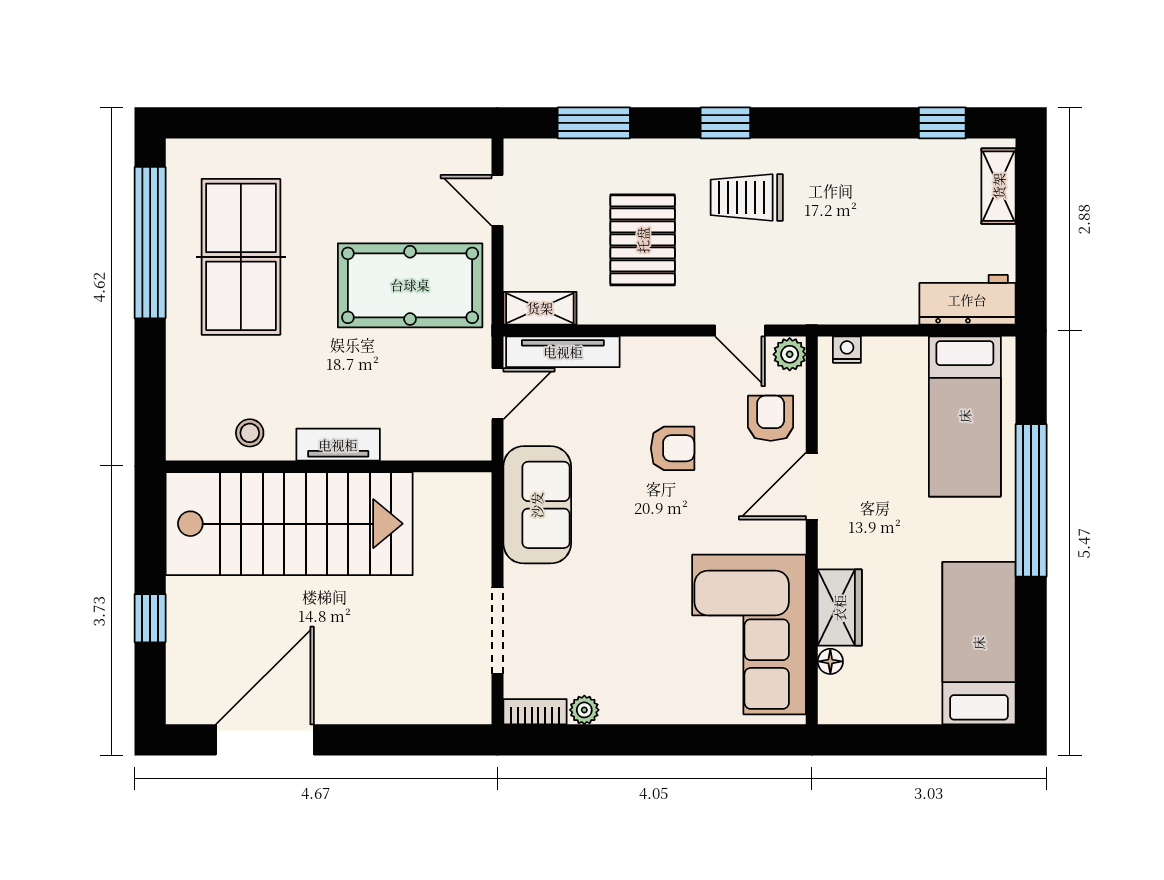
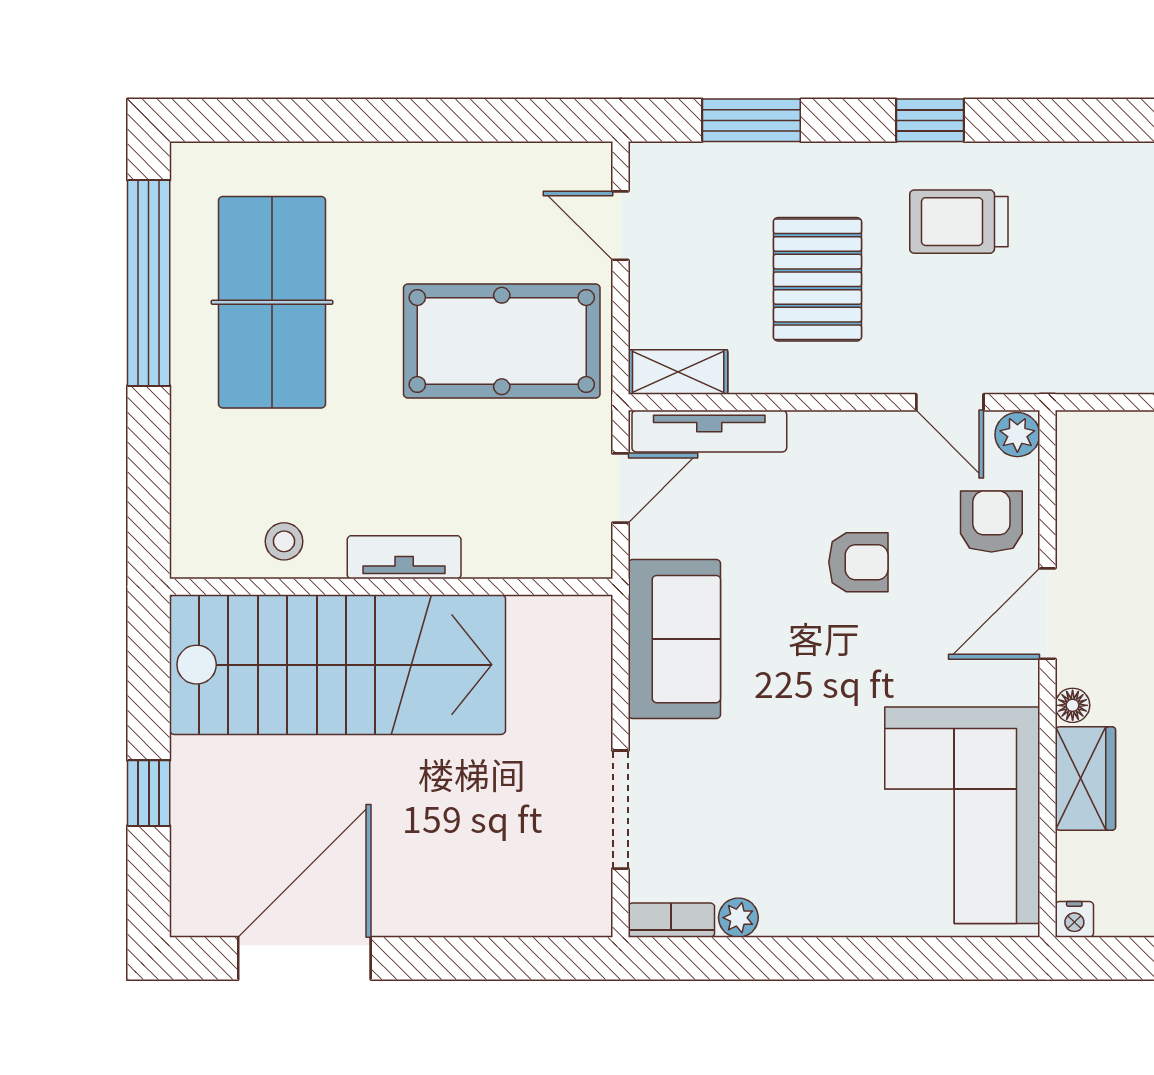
nightstand: (847, 350) -> (1074, 919), moved, turned 180
floor lamp: (830, 661) -> (1073, 705), moved

